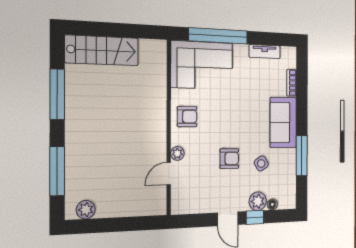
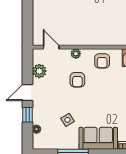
armchair: (229, 159) -> (77, 80), moved
door: (169, 174) -> (51, 47), moved
plant: (258, 201) -> (39, 71), moved

